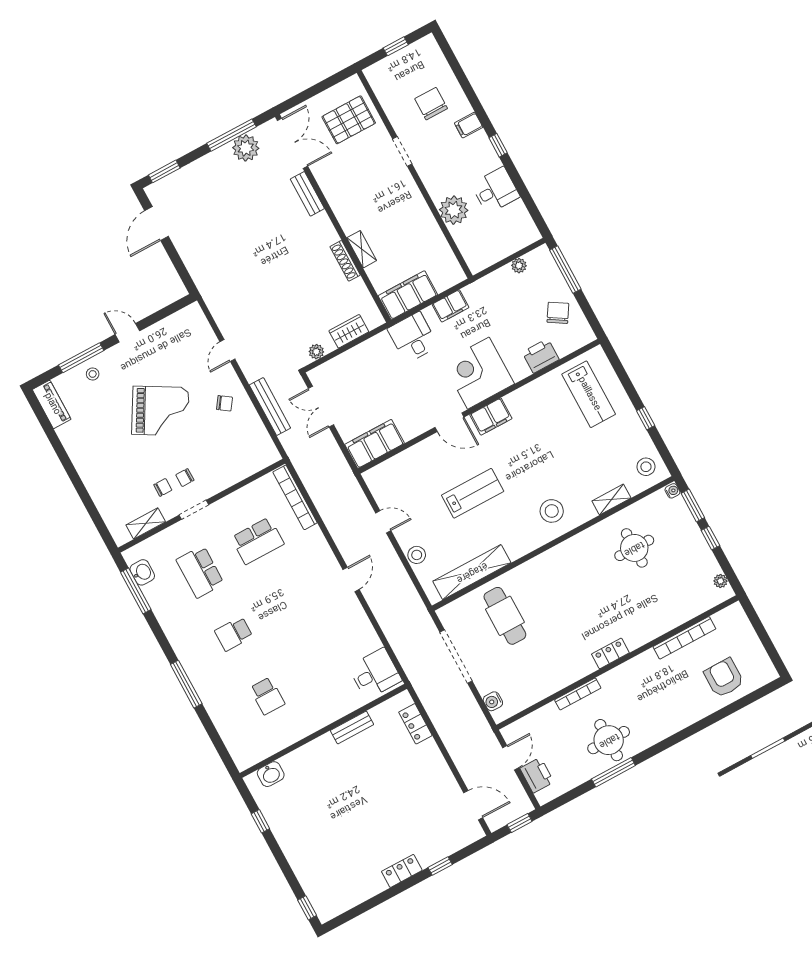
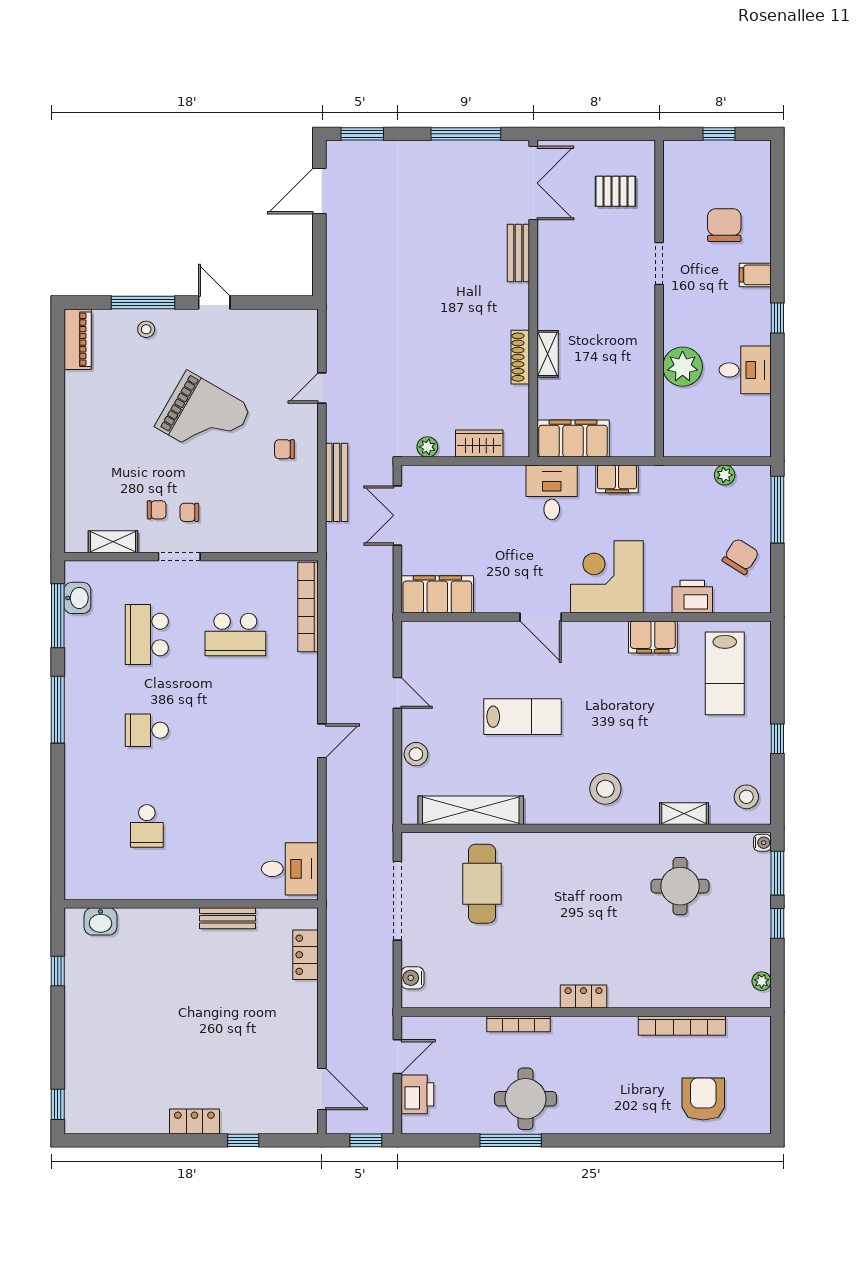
pallet: (349, 120) -> (616, 191), width x0.67, depth x0.71
plant: (246, 148) -> (475, 158), removed
chair: (224, 403) -> (284, 449), turned 145
filing cabinet: (491, 417) -> (653, 637), moved
window: (186, 684) -> (58, 710), moved

